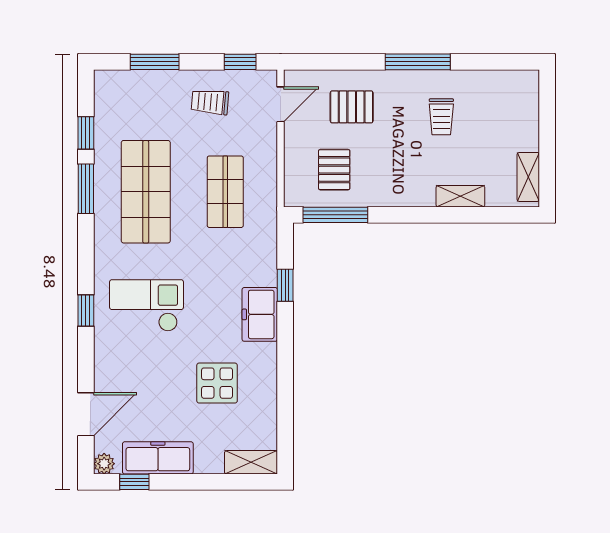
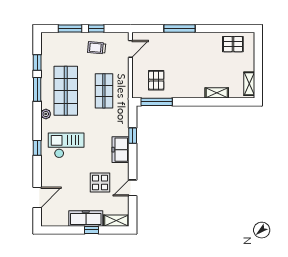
window: (240, 62) -> (96, 28), moved
window: (418, 62) -> (180, 28), moved
pallet: (352, 107) -> (233, 44), moved
trolley: (441, 117) -> (208, 55), removed
door: (285, 394) -> (133, 188), added
freezer: (158, 458) -> (86, 218), moved
plant: (104, 464) -> (46, 114), moved
window: (134, 482) -> (92, 230), moved

